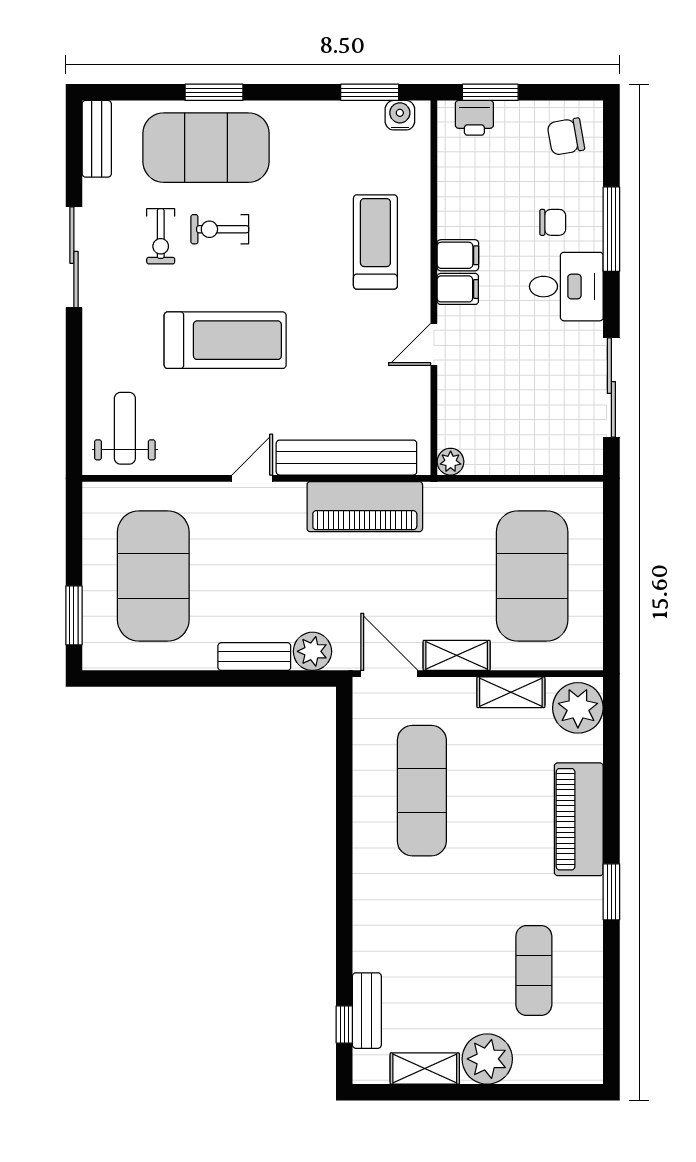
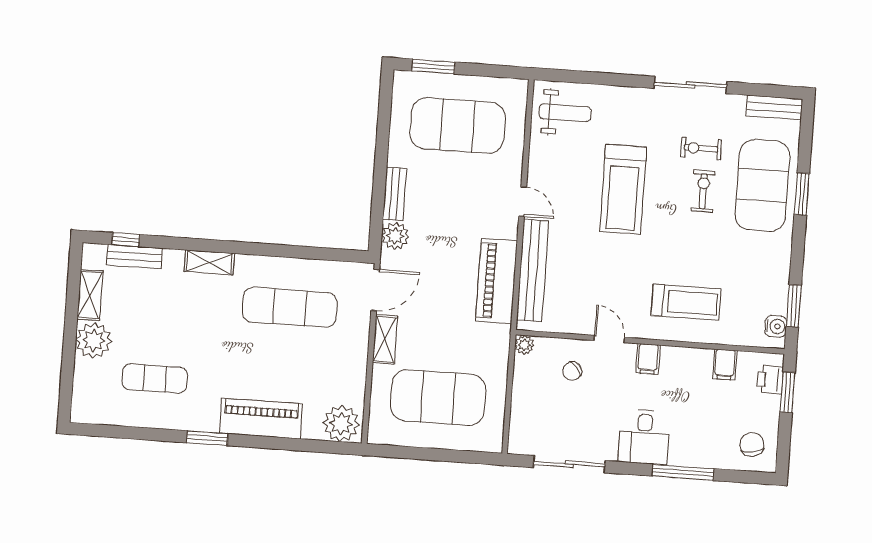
chair: (553, 222) -> (572, 371), moved, turned 49
filing cabinet: (458, 255) -> (725, 365), moved
shelving: (511, 692) -> (209, 262), moved, turned 90

